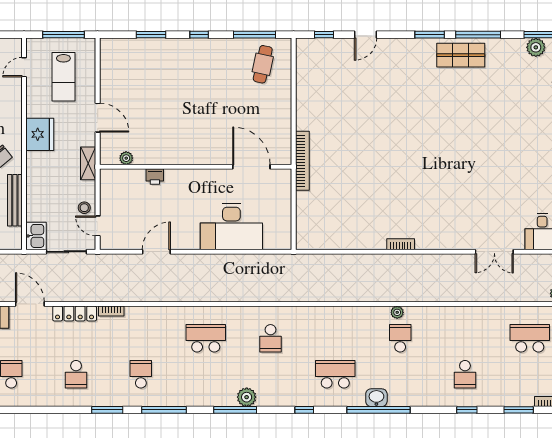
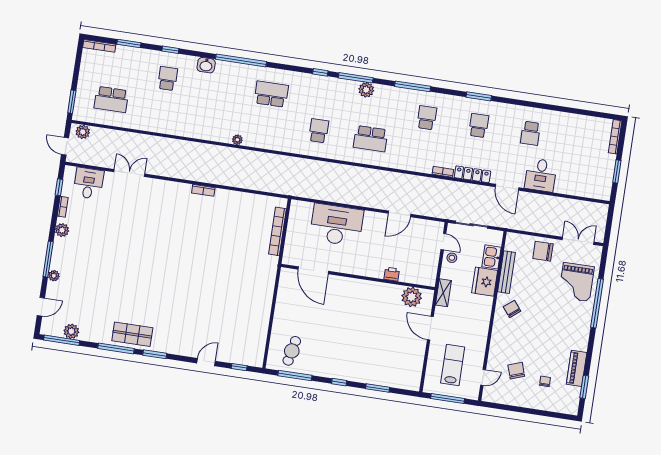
fridge: (40, 134) -> (485, 282), moved
plant: (126, 158) -> (412, 297), width x1.88, depth x1.88
bookcase: (302, 161) -> (277, 231), moved
kitchen sink: (36, 236) -> (491, 257), moved
plant: (397, 312) -> (237, 140), moved
school desk: (400, 338) -> (215, 115), removed
school desk: (141, 374) -> (427, 118), turned 180
school desk: (335, 374) -> (271, 94), turned 180
plant: (247, 397) -> (366, 90), moved
washbasin: (376, 398) -> (206, 65), moved
window: (107, 410) -> (479, 96), moved
window: (304, 410) -> (320, 72), moved

